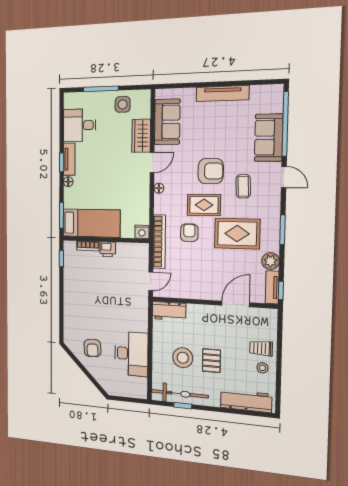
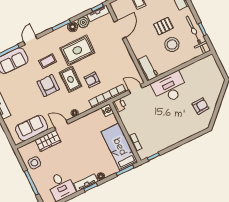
rug: (237, 234) -> (77, 50), turned 90
floor lamp: (272, 244) -> (73, 27), added
printer: (108, 249) -> (119, 105), moved
door: (236, 304) -> (120, 30), swing flipped
desk: (131, 354) -> (170, 88), moved

